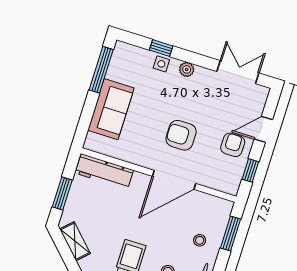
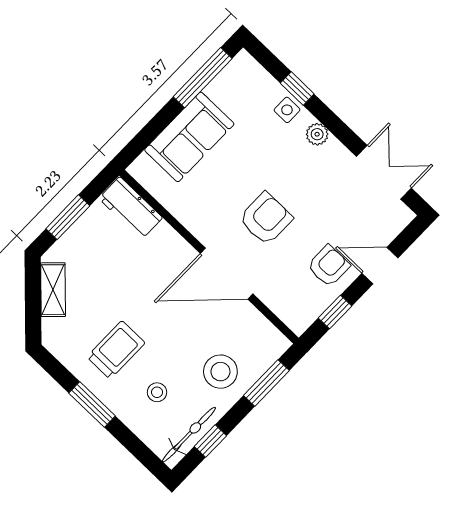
armchair: (181, 135) -> (266, 219), turned 90
workbench: (104, 172) -> (131, 208), width x0.73
stool: (200, 240) -> (220, 372), width x1.89, depth x1.89

